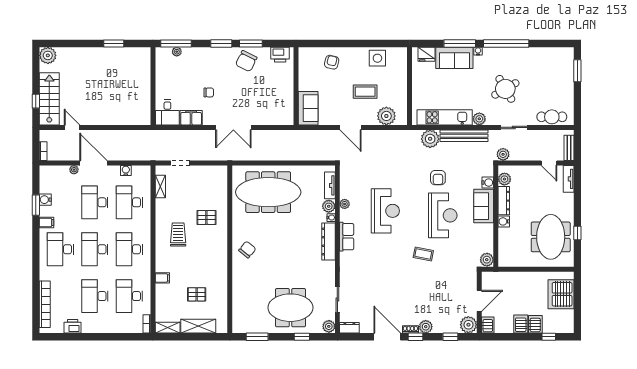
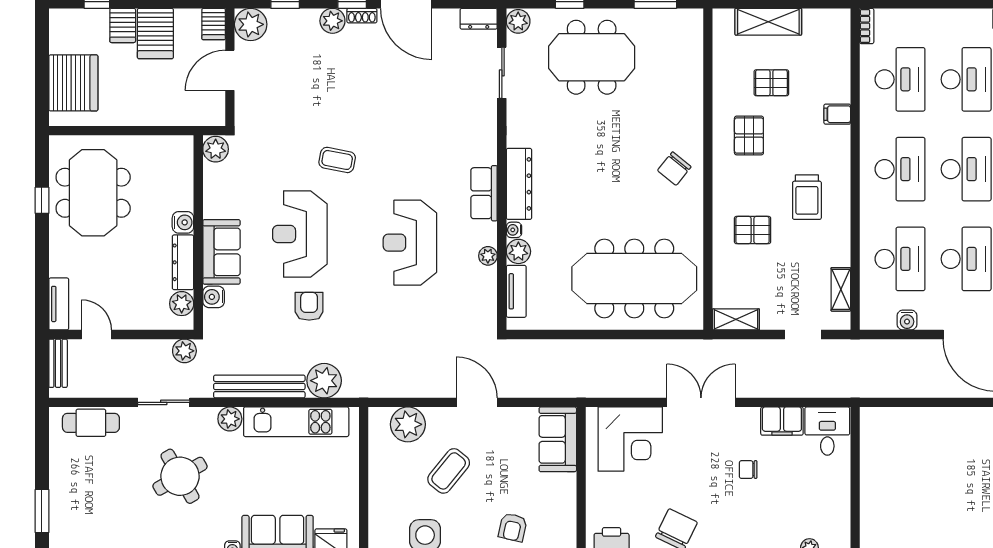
coffee table: (365, 92) -> (449, 471), turned -51
corner desk: (270, 108) -> (630, 439), added
pallet: (208, 267) -> (749, 135), added
server rack: (521, 324) -> (155, 34), width x1.36, depth x1.44
shelving: (168, 328) -> (736, 319), moved

